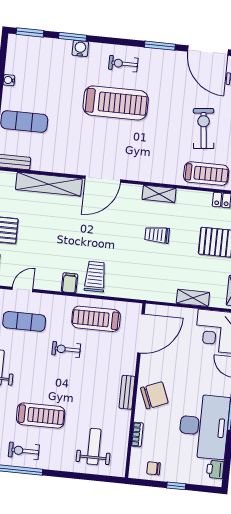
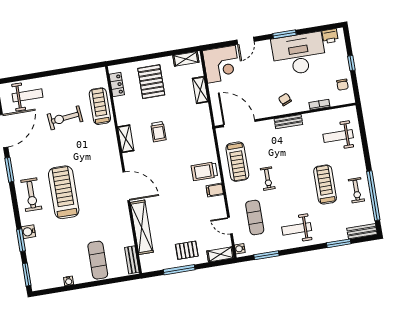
exercise bike: (123, 64) -> (31, 195), width x1.38, depth x1.39
chair: (154, 395) -> (285, 99), width x0.54, depth x0.54

